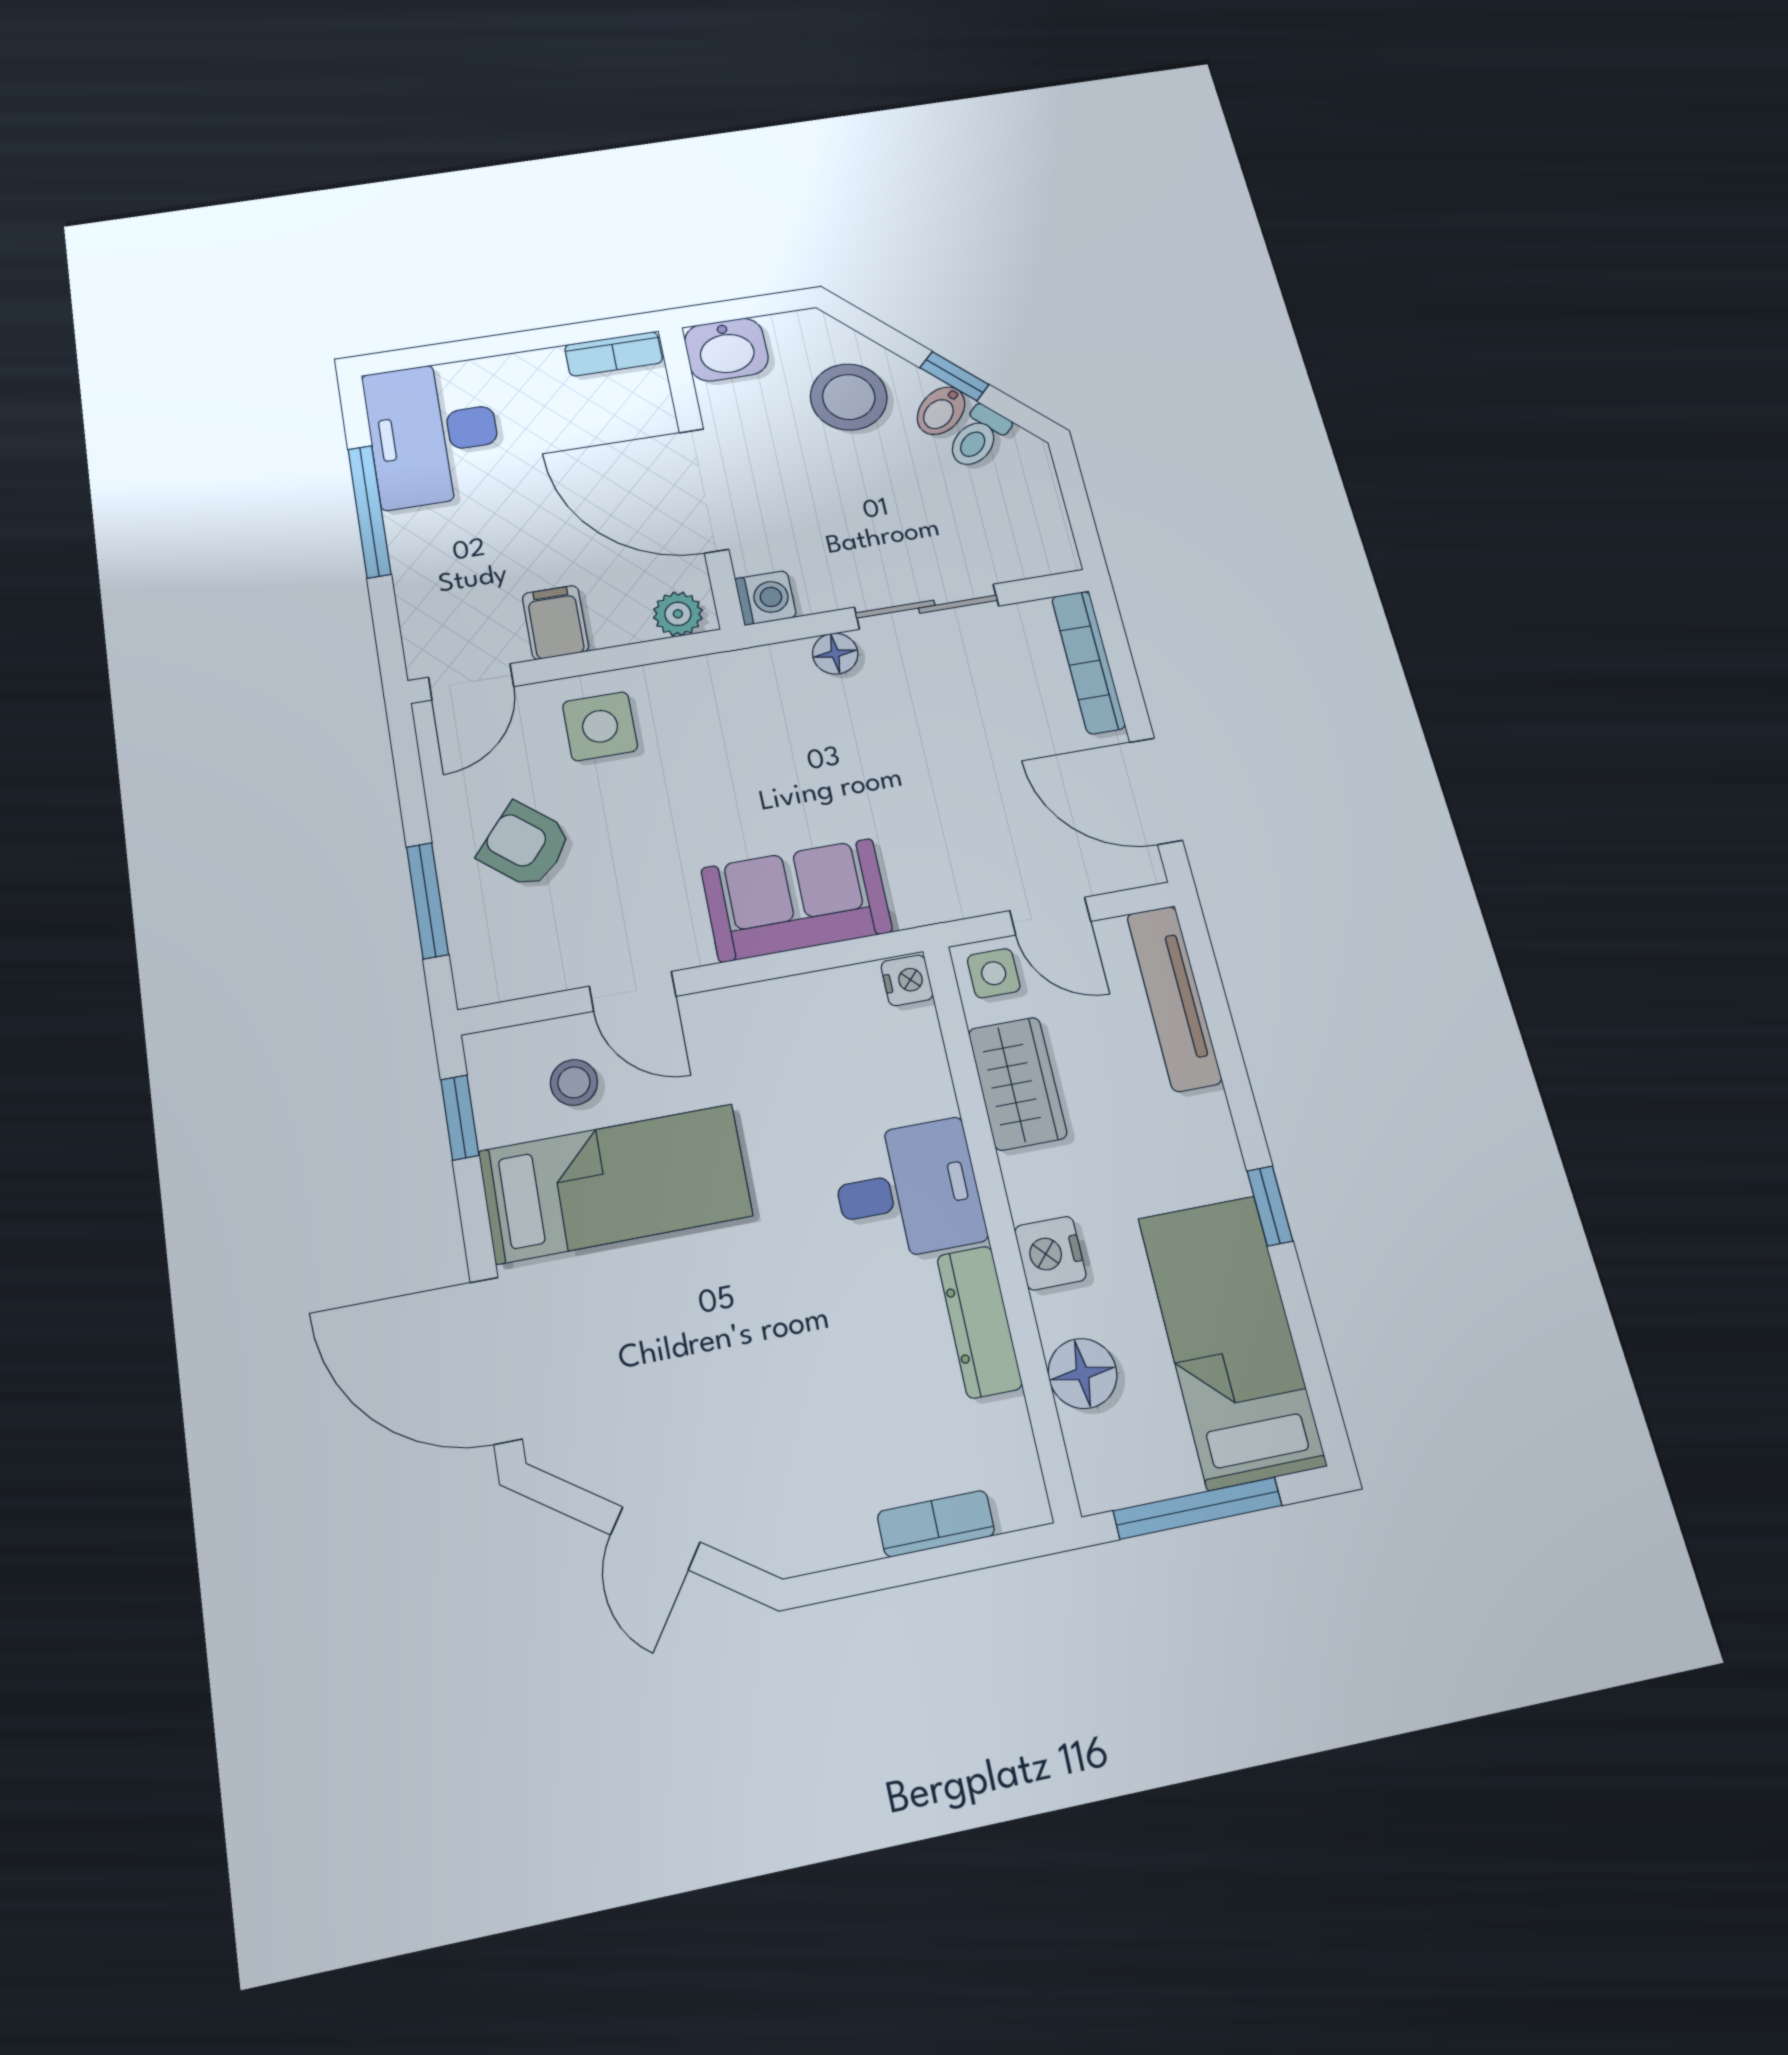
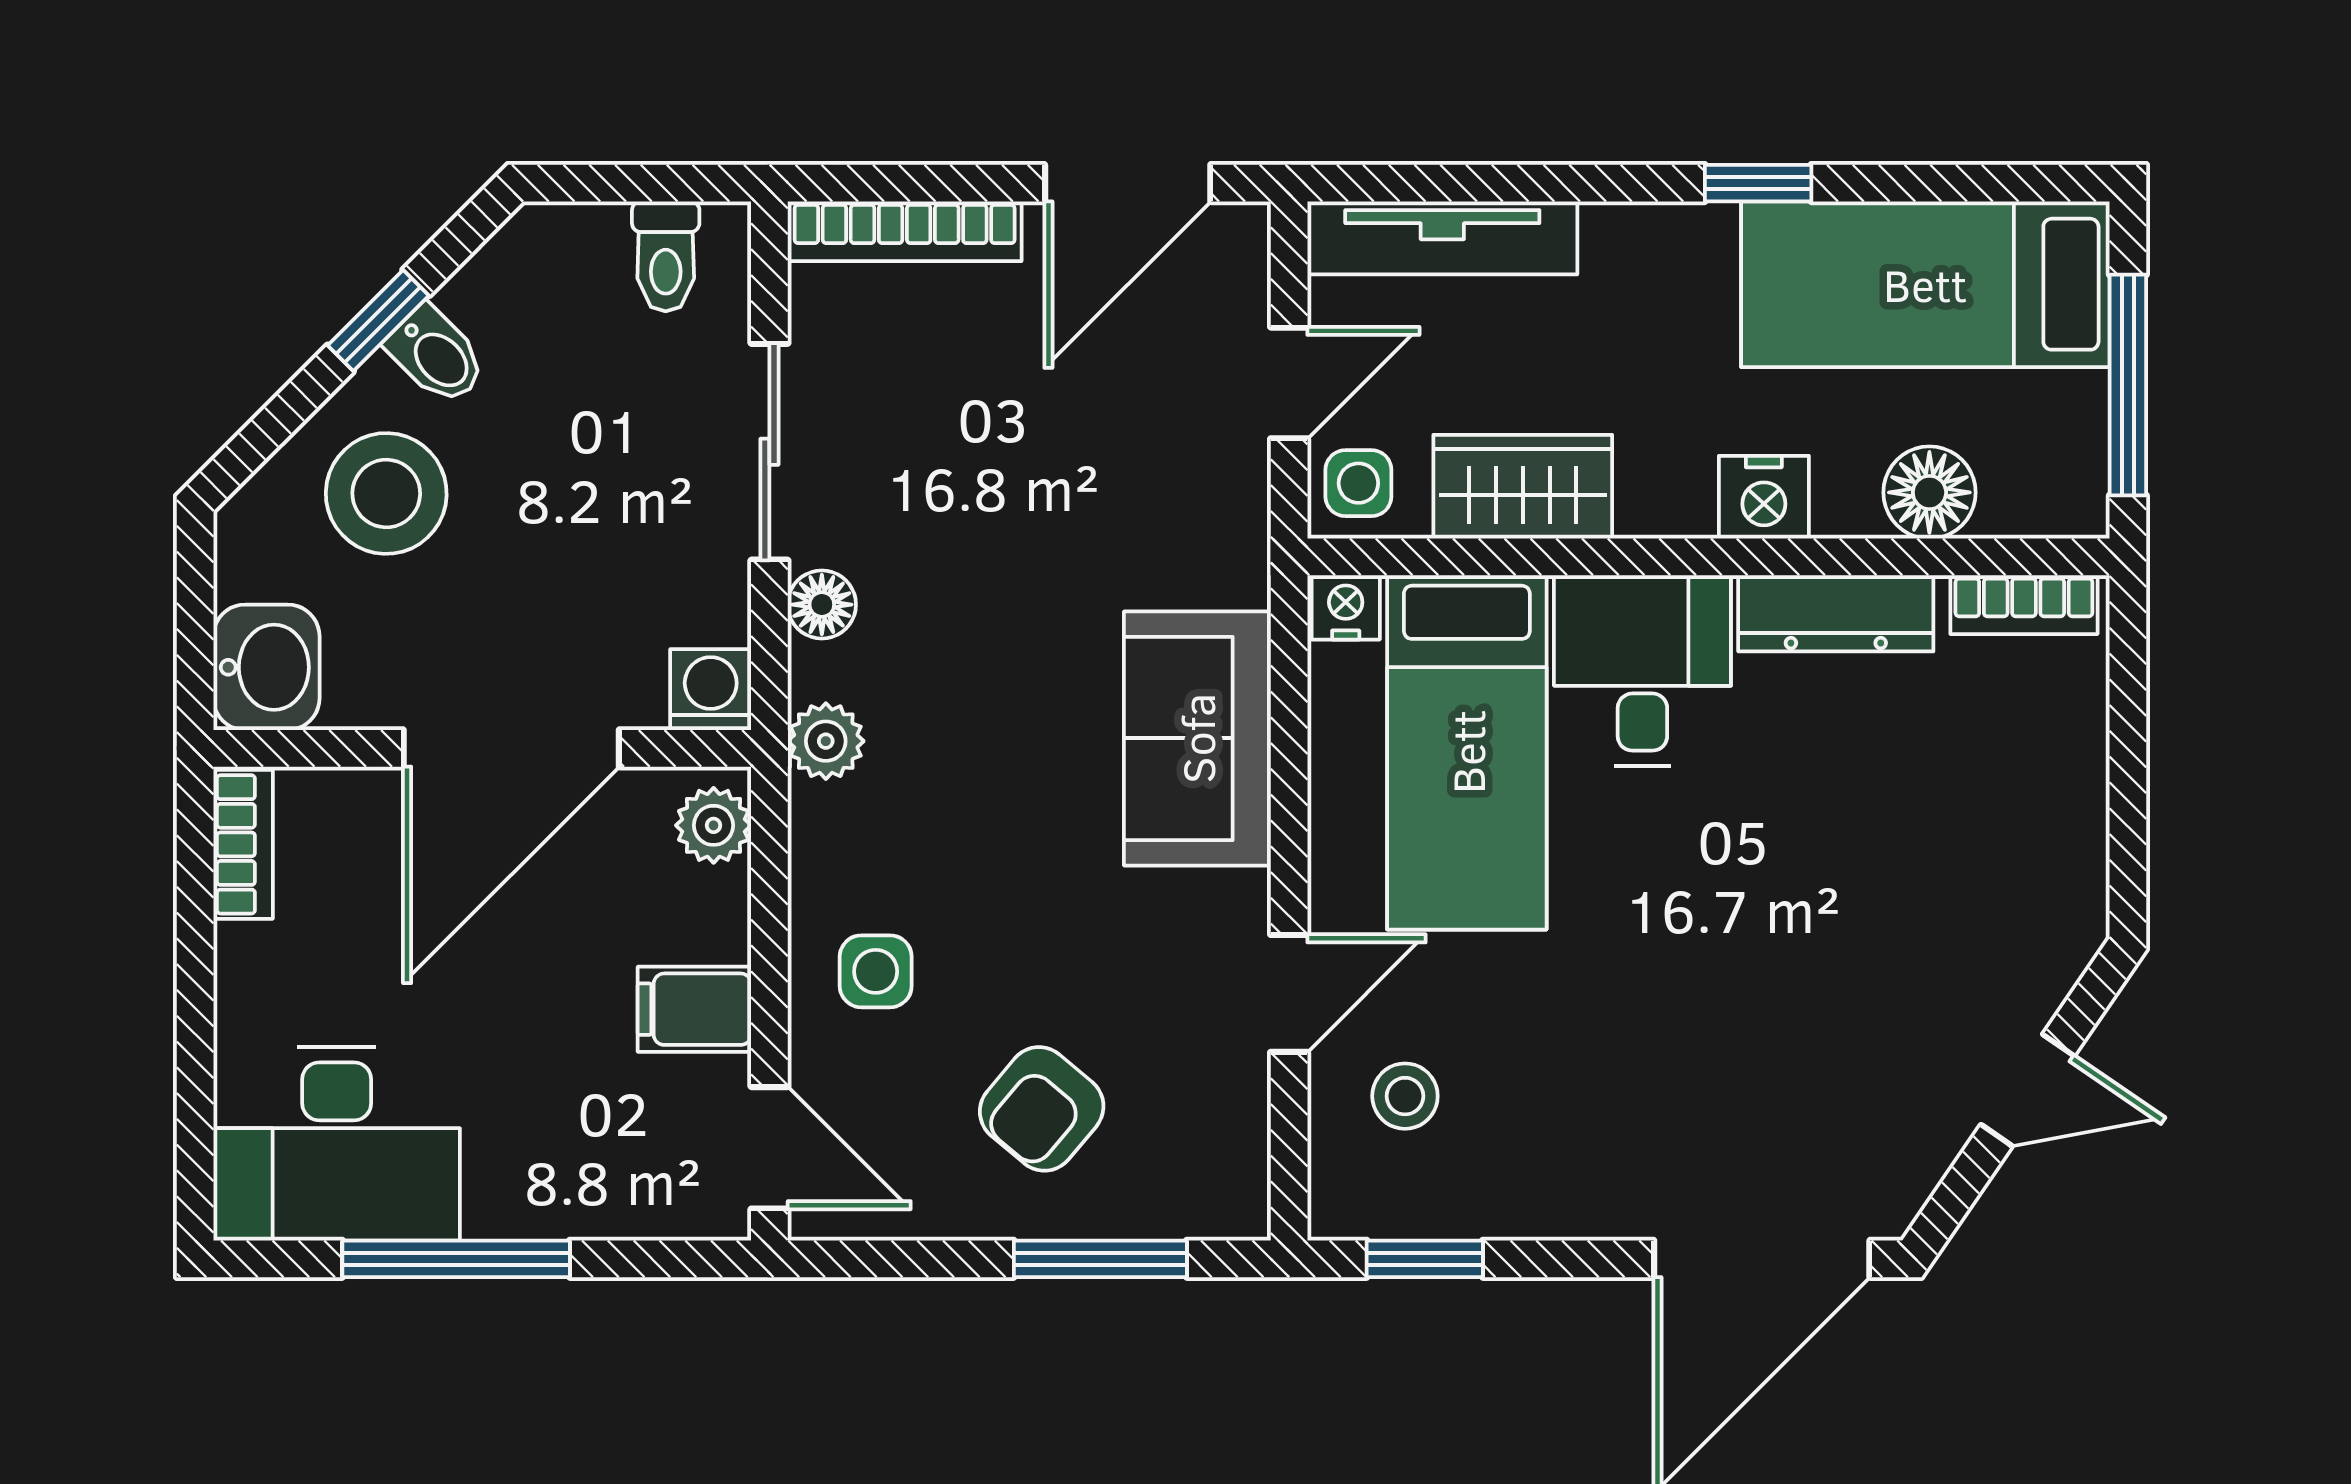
toilet: (978, 437) -> (666, 256), moved, turned 45
plant: (747, 671) -> (826, 741), added
side table: (600, 726) -> (876, 971), width x0.73, depth x0.73
bed: (615, 1183) -> (1467, 752), moved, turned 180
bookcase: (936, 1524) -> (2024, 605), moved, turned -90

